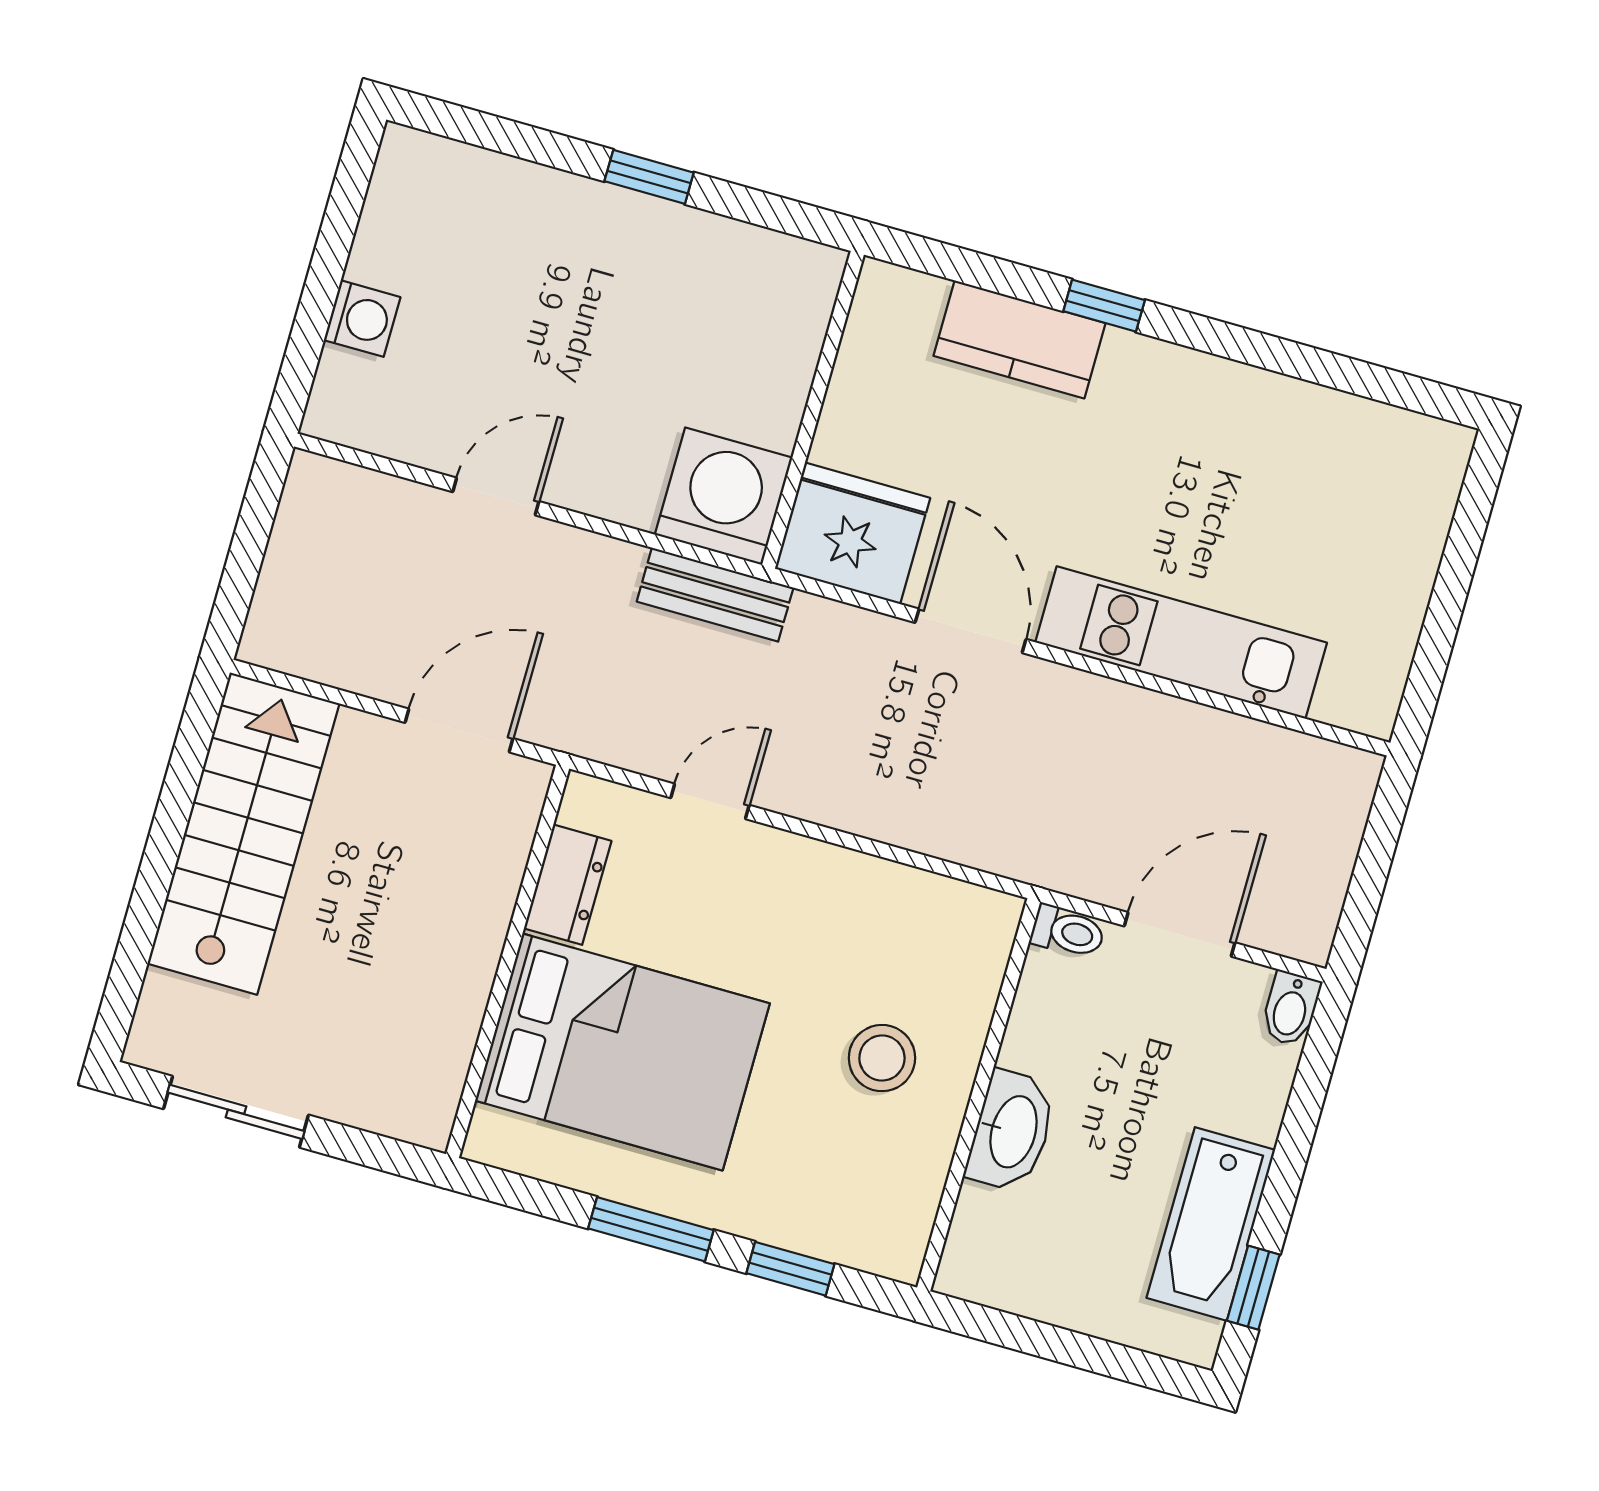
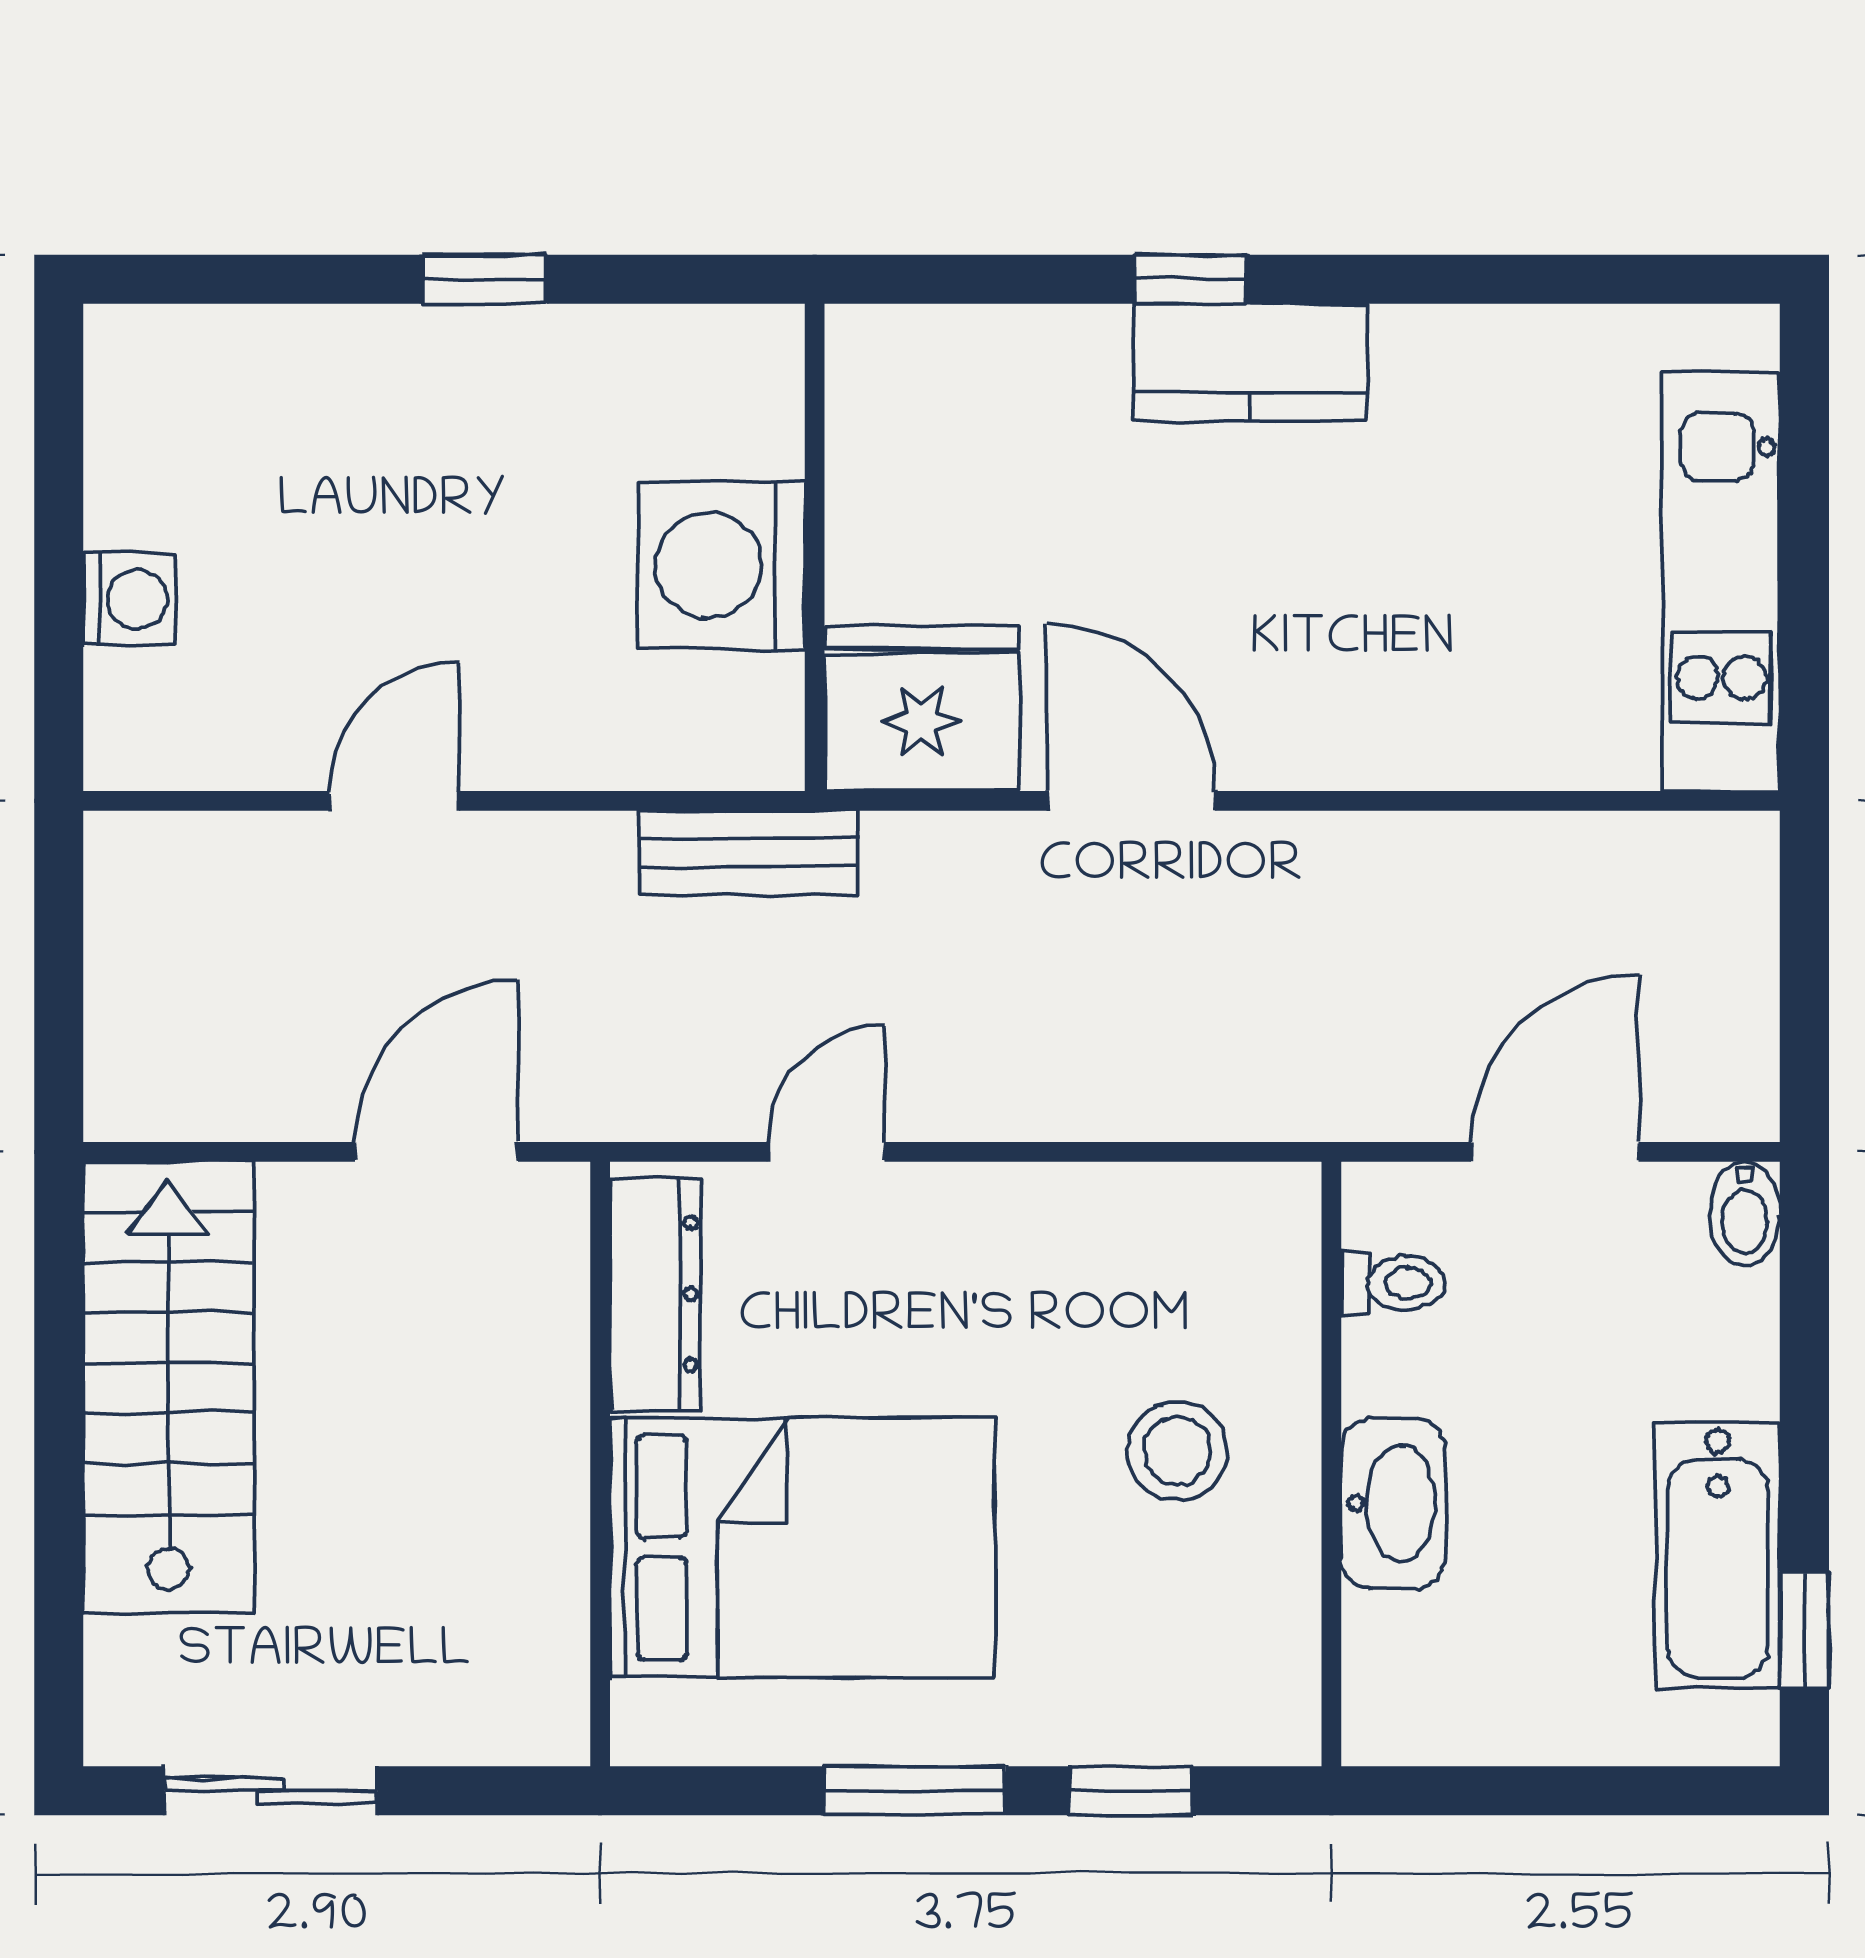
kitchen counter: (1020, 339) -> (1250, 362), moved
washing machine: (724, 496) -> (721, 565), moved, turned -90
kitchen unit: (1181, 643) -> (1721, 581), moved, turned -90
dresser: (568, 885) -> (655, 1294), width x1.44
toilet: (1068, 932) -> (1393, 1283), moved

